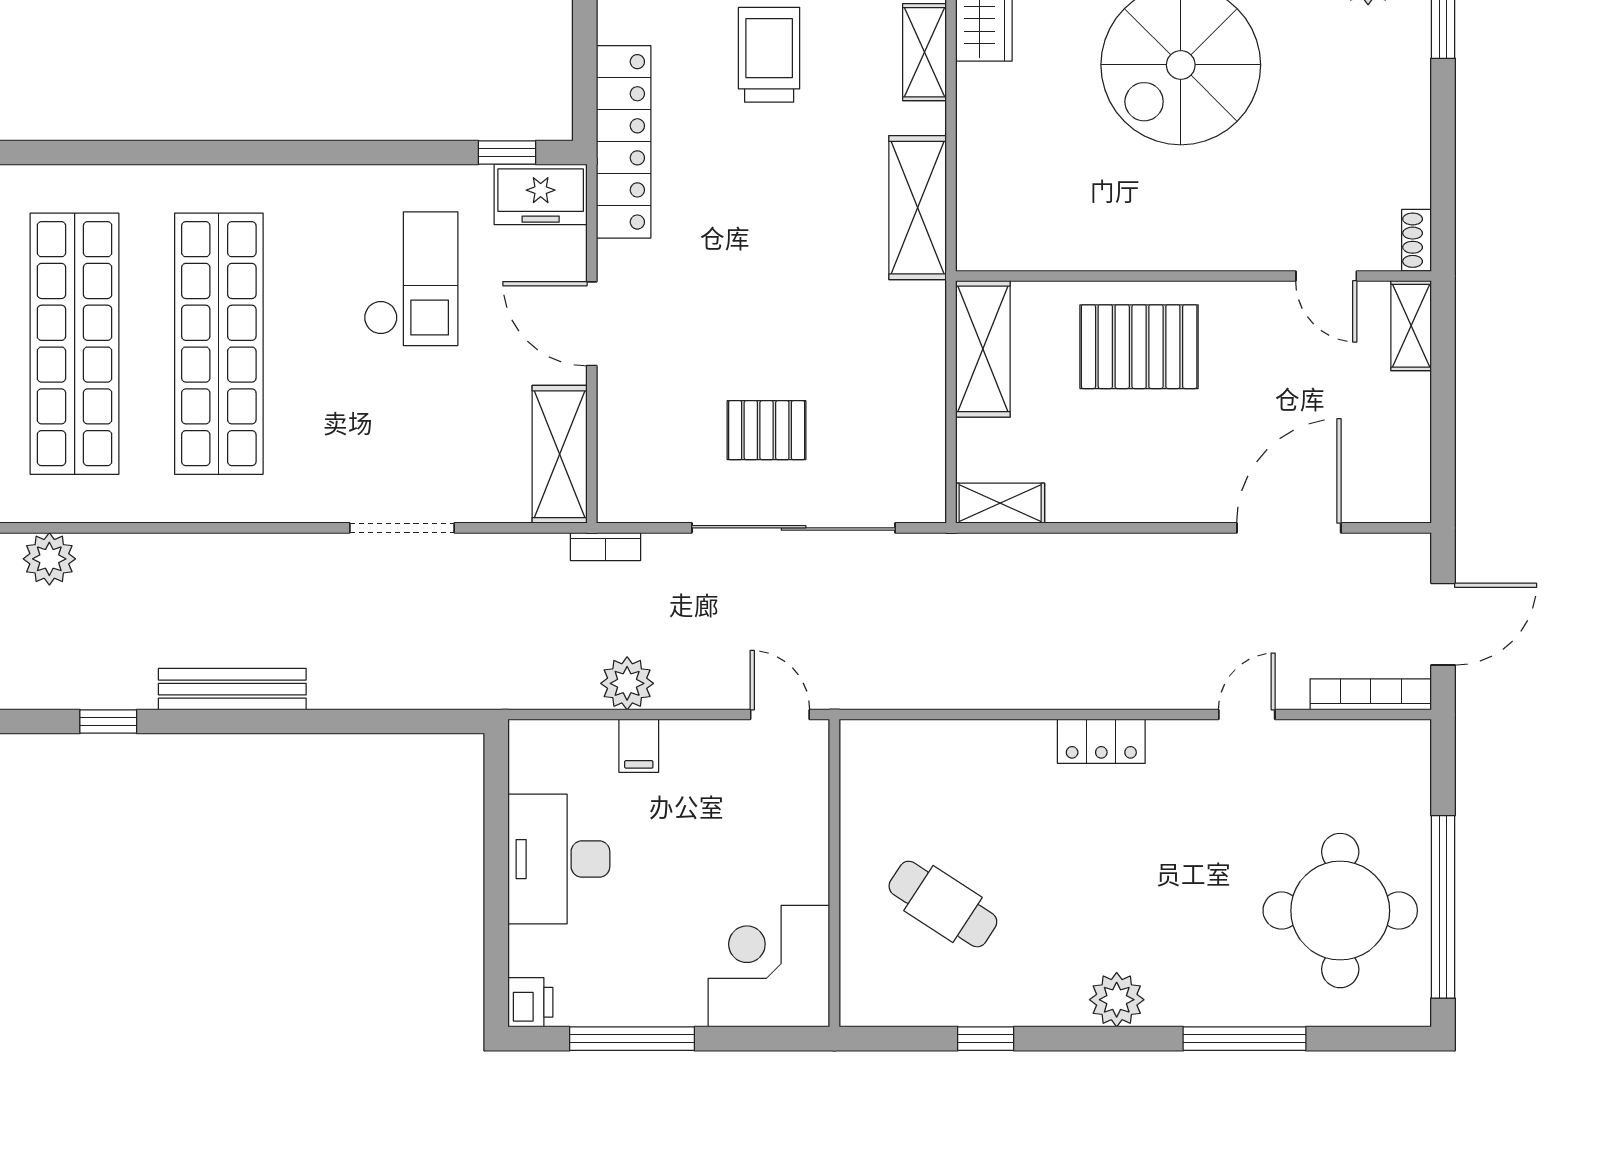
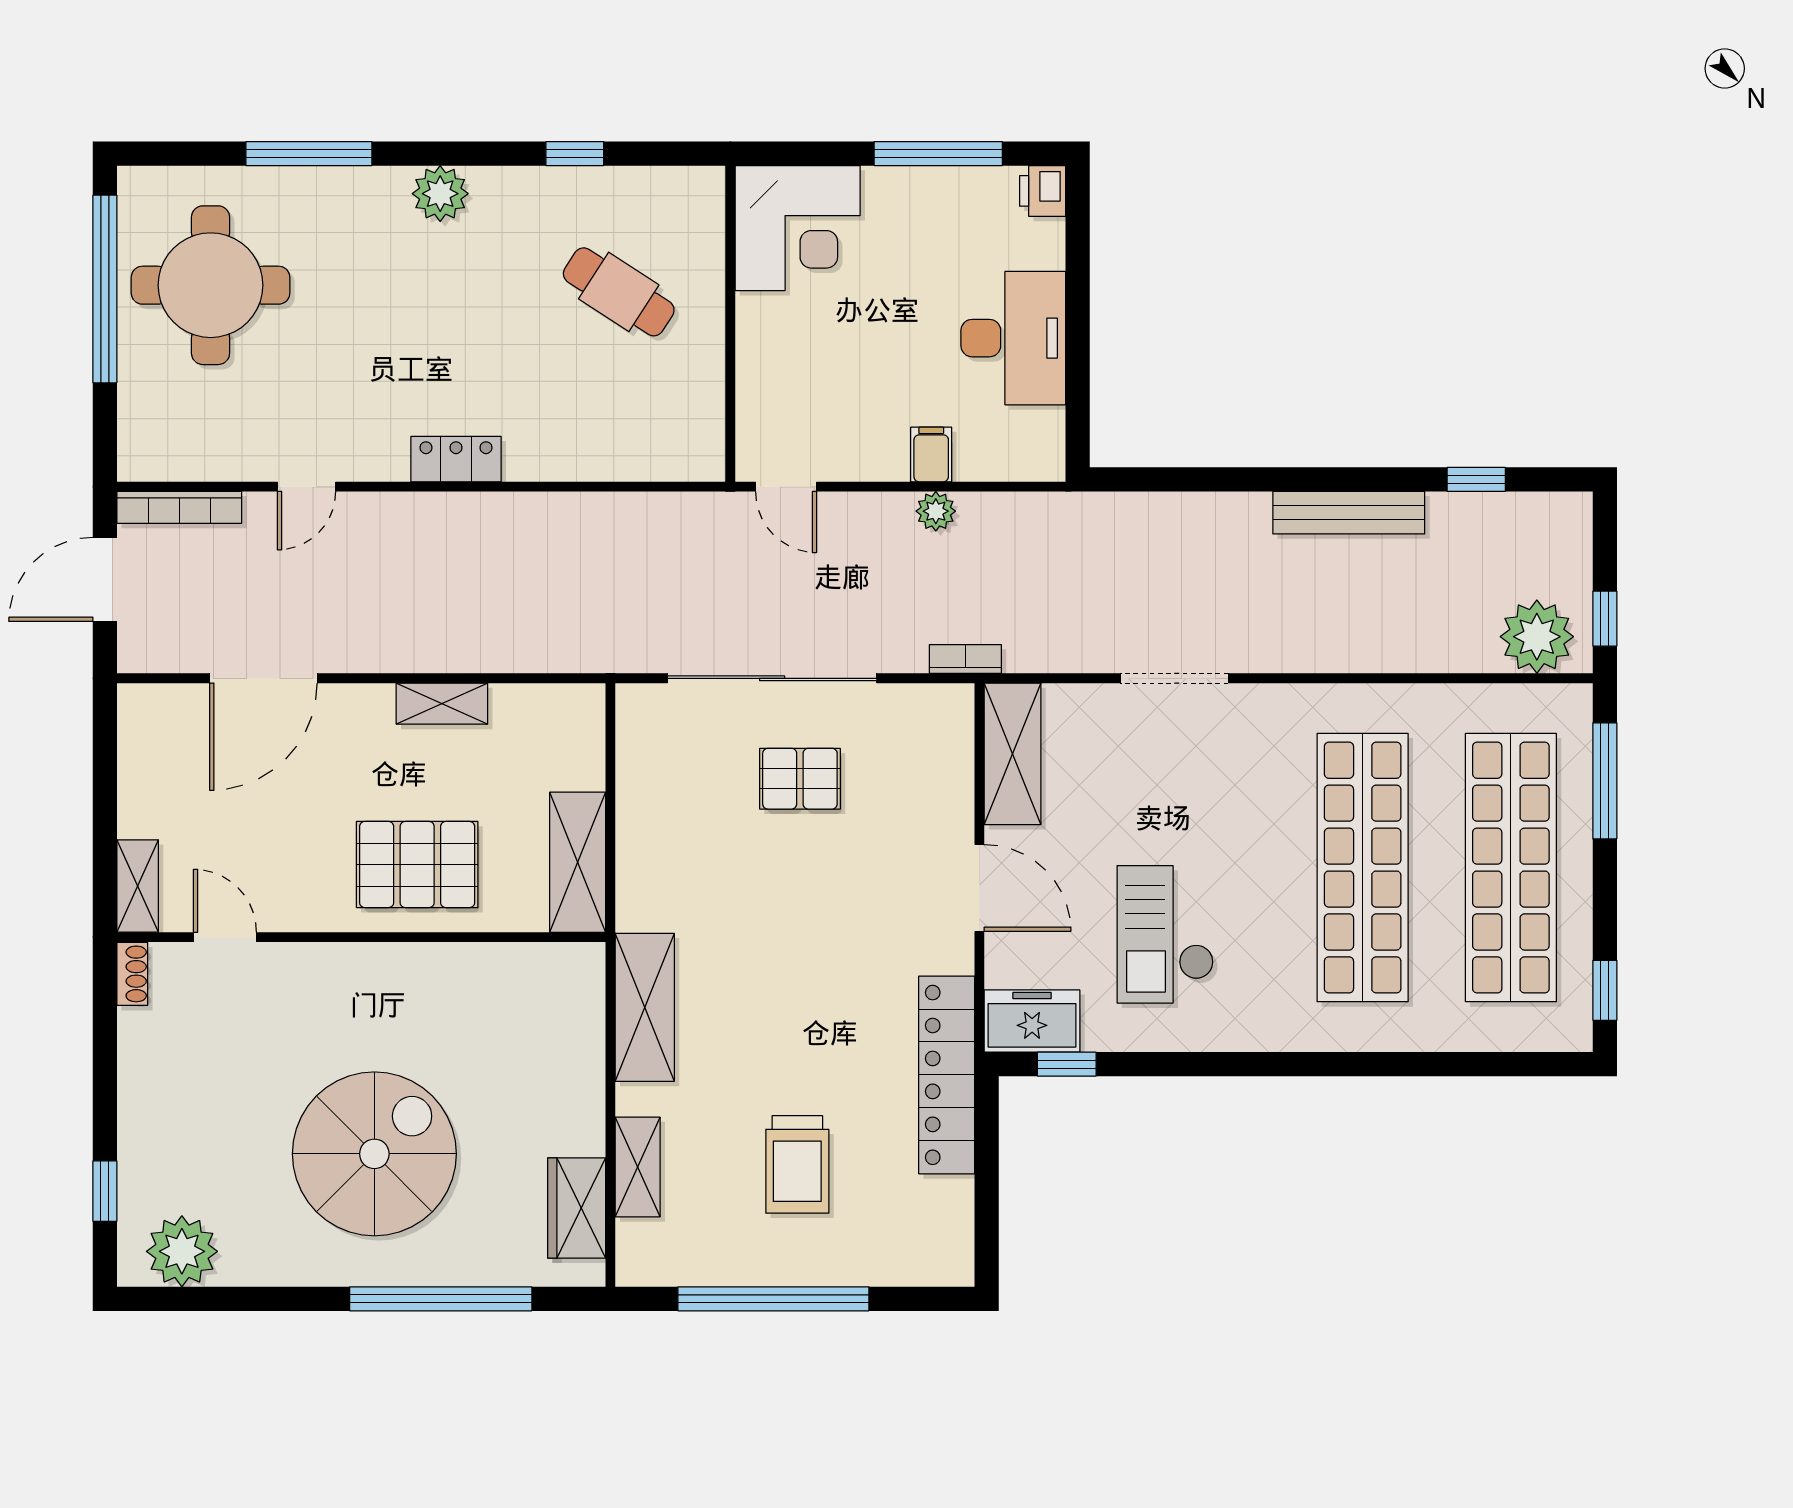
shelving: (1000, 503) -> (442, 704), moved
plant: (49, 559) -> (1537, 637), width x1.36, depth x1.36
plant: (627, 683) -> (936, 511), width x0.73, depth x0.73

